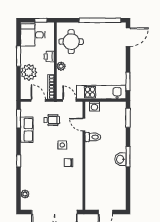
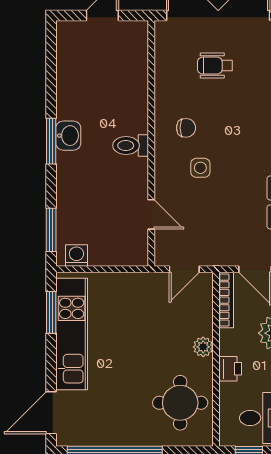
kitchen unit: (101, 92) -> (72, 334), moved, turned -90
door: (69, 100) -> (184, 269), hinge flipped
washing machine: (94, 106) -> (76, 255), moved
wheelchair: (52, 120) -> (215, 66), moved
toilet: (93, 137) -> (131, 145), moved

